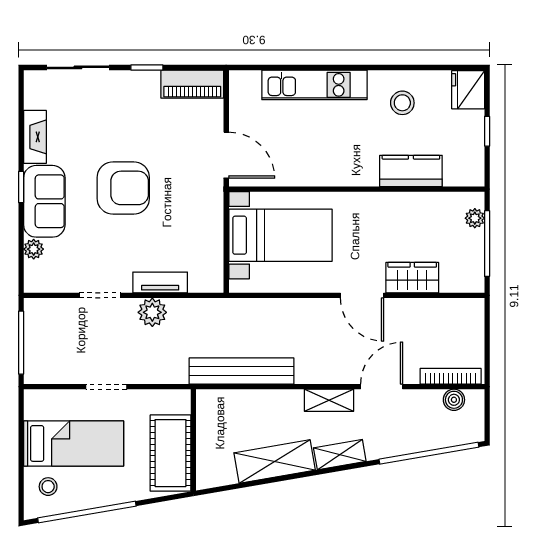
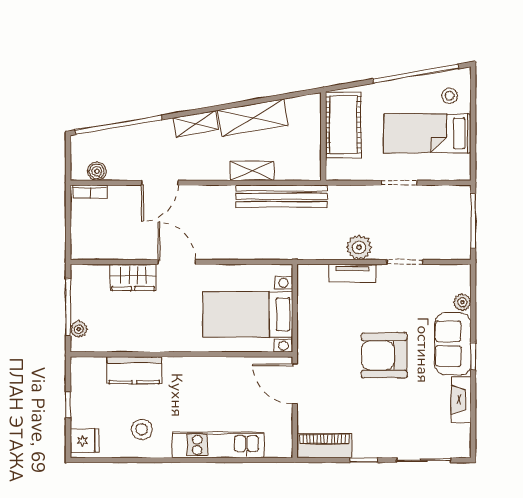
fridge: (468, 90) -> (85, 441), width x0.72
bookcase: (451, 376) -> (90, 192), width x0.64
shelving: (329, 400) -> (252, 171), moved

